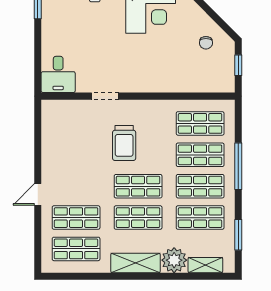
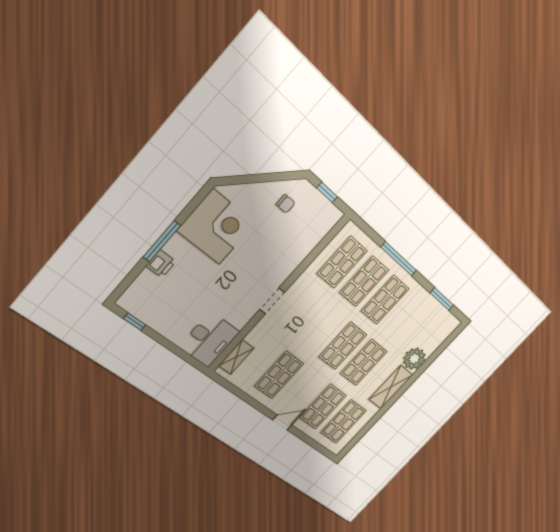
desk: (58, 74) -> (209, 339), width x1.37
doorway: (105, 96) -> (272, 301), moved
trolley: (124, 143) -> (303, 332), removed
door: (38, 194) -> (282, 422), swing flipped
shop shelf: (200, 218) -> (279, 375), moved
shelving: (205, 265) -> (236, 357), moved

